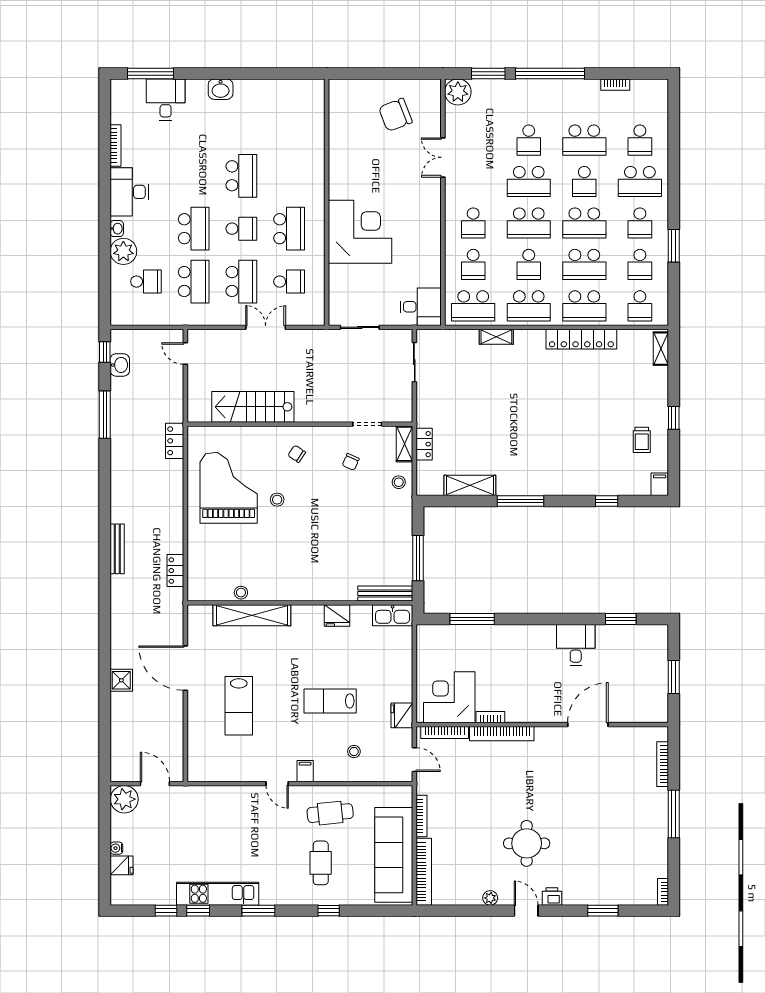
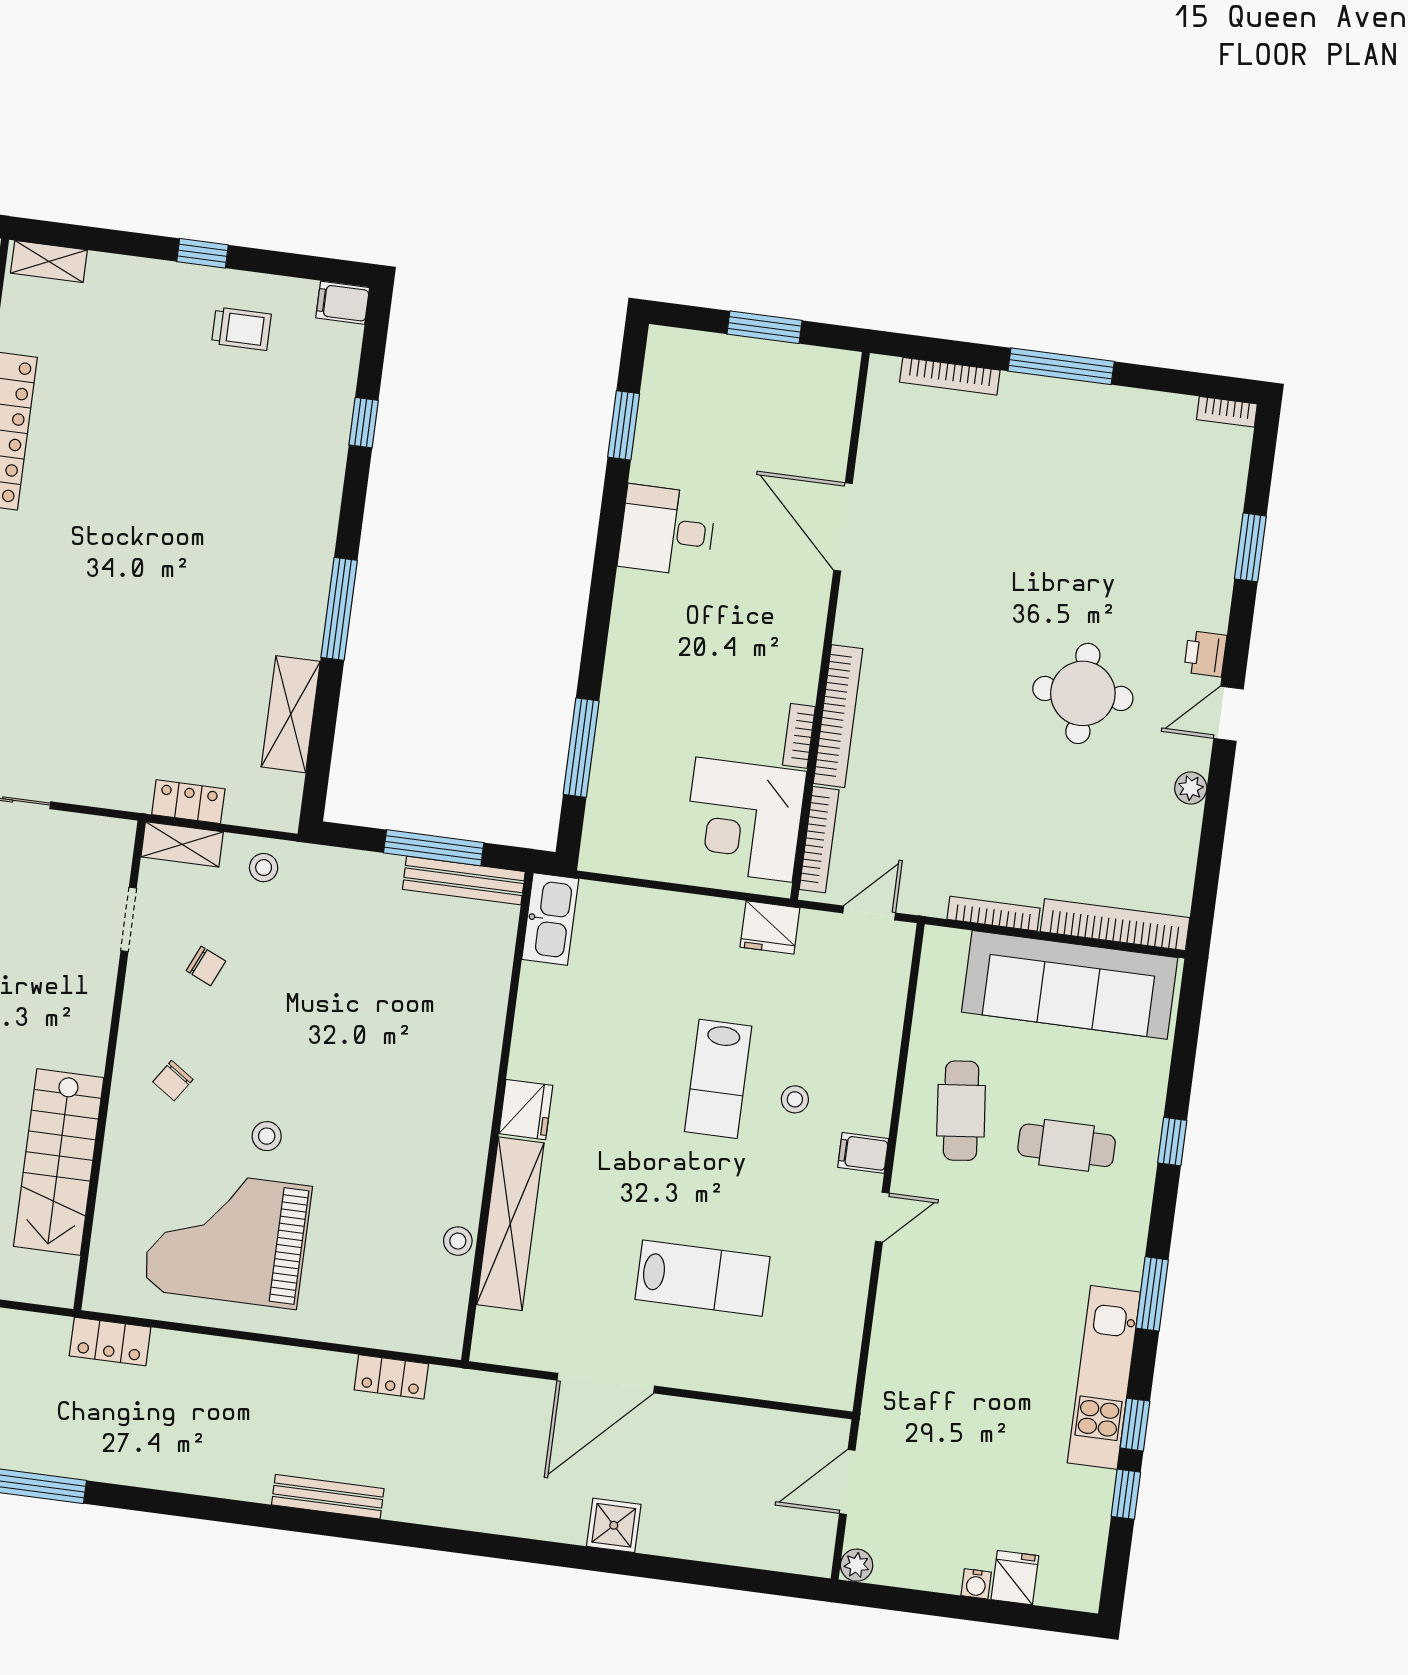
bench: (385, 593) -> (464, 880), moved, turned 90
fridge: (337, 616) -> (526, 1110), moved
stool: (354, 751) -> (795, 1099), moved
plant: (124, 799) -> (857, 1565), width x0.53, depth x0.53

